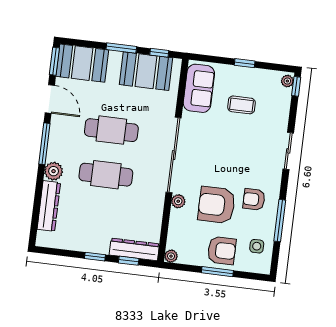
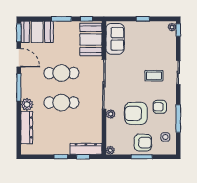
booth: (146, 71) -> (91, 39), moved, turned 90
coffee table: (242, 105) -> (154, 76), moved

